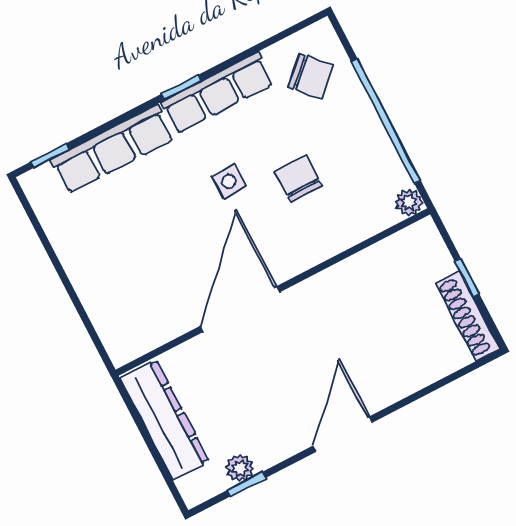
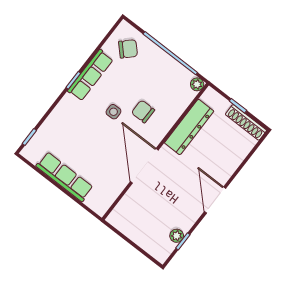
row of seats: (112, 149) -> (65, 177), moved, turned -90
chair: (298, 178) -> (143, 111), moved
dresser: (165, 420) -> (189, 127), moved, turned 90

